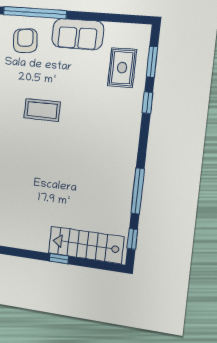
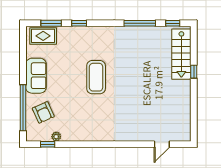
armchair: (25, 41) -> (43, 112), turned -109
rug: (122, 68) -> (43, 36), moved
coffee table: (42, 110) -> (96, 77), moved, width x1.36, depth x1.32

